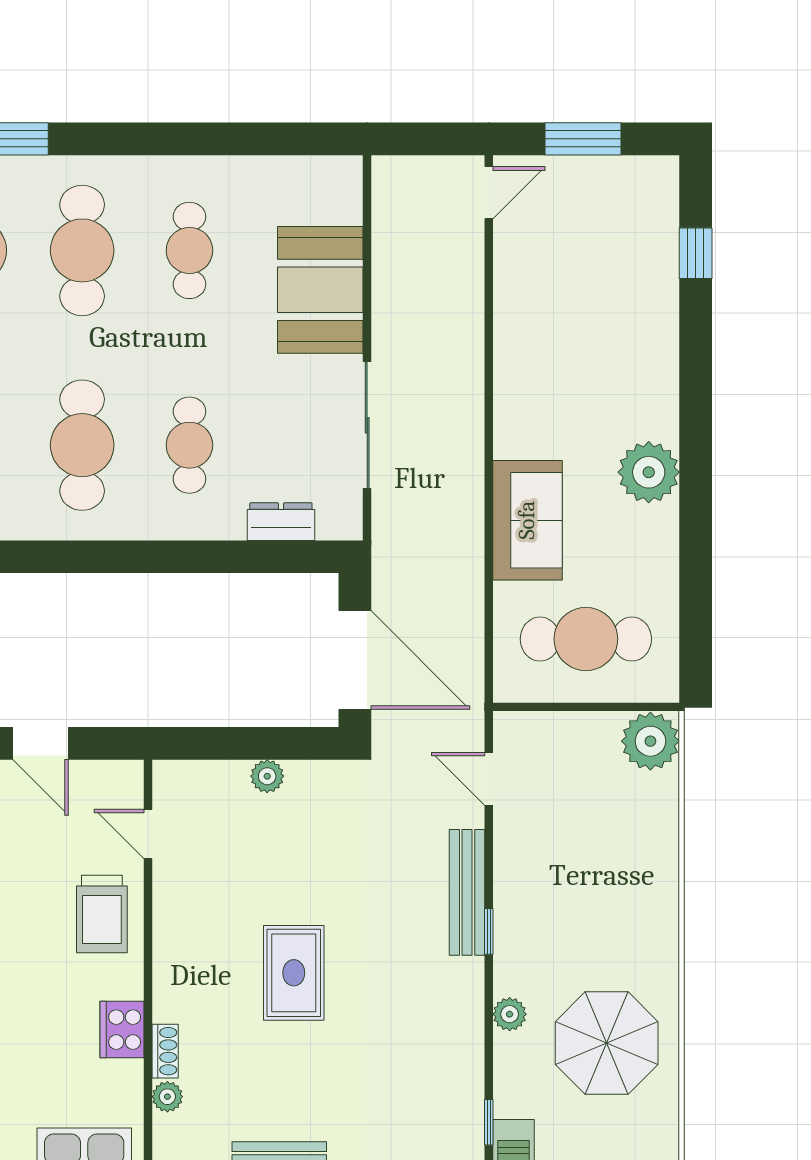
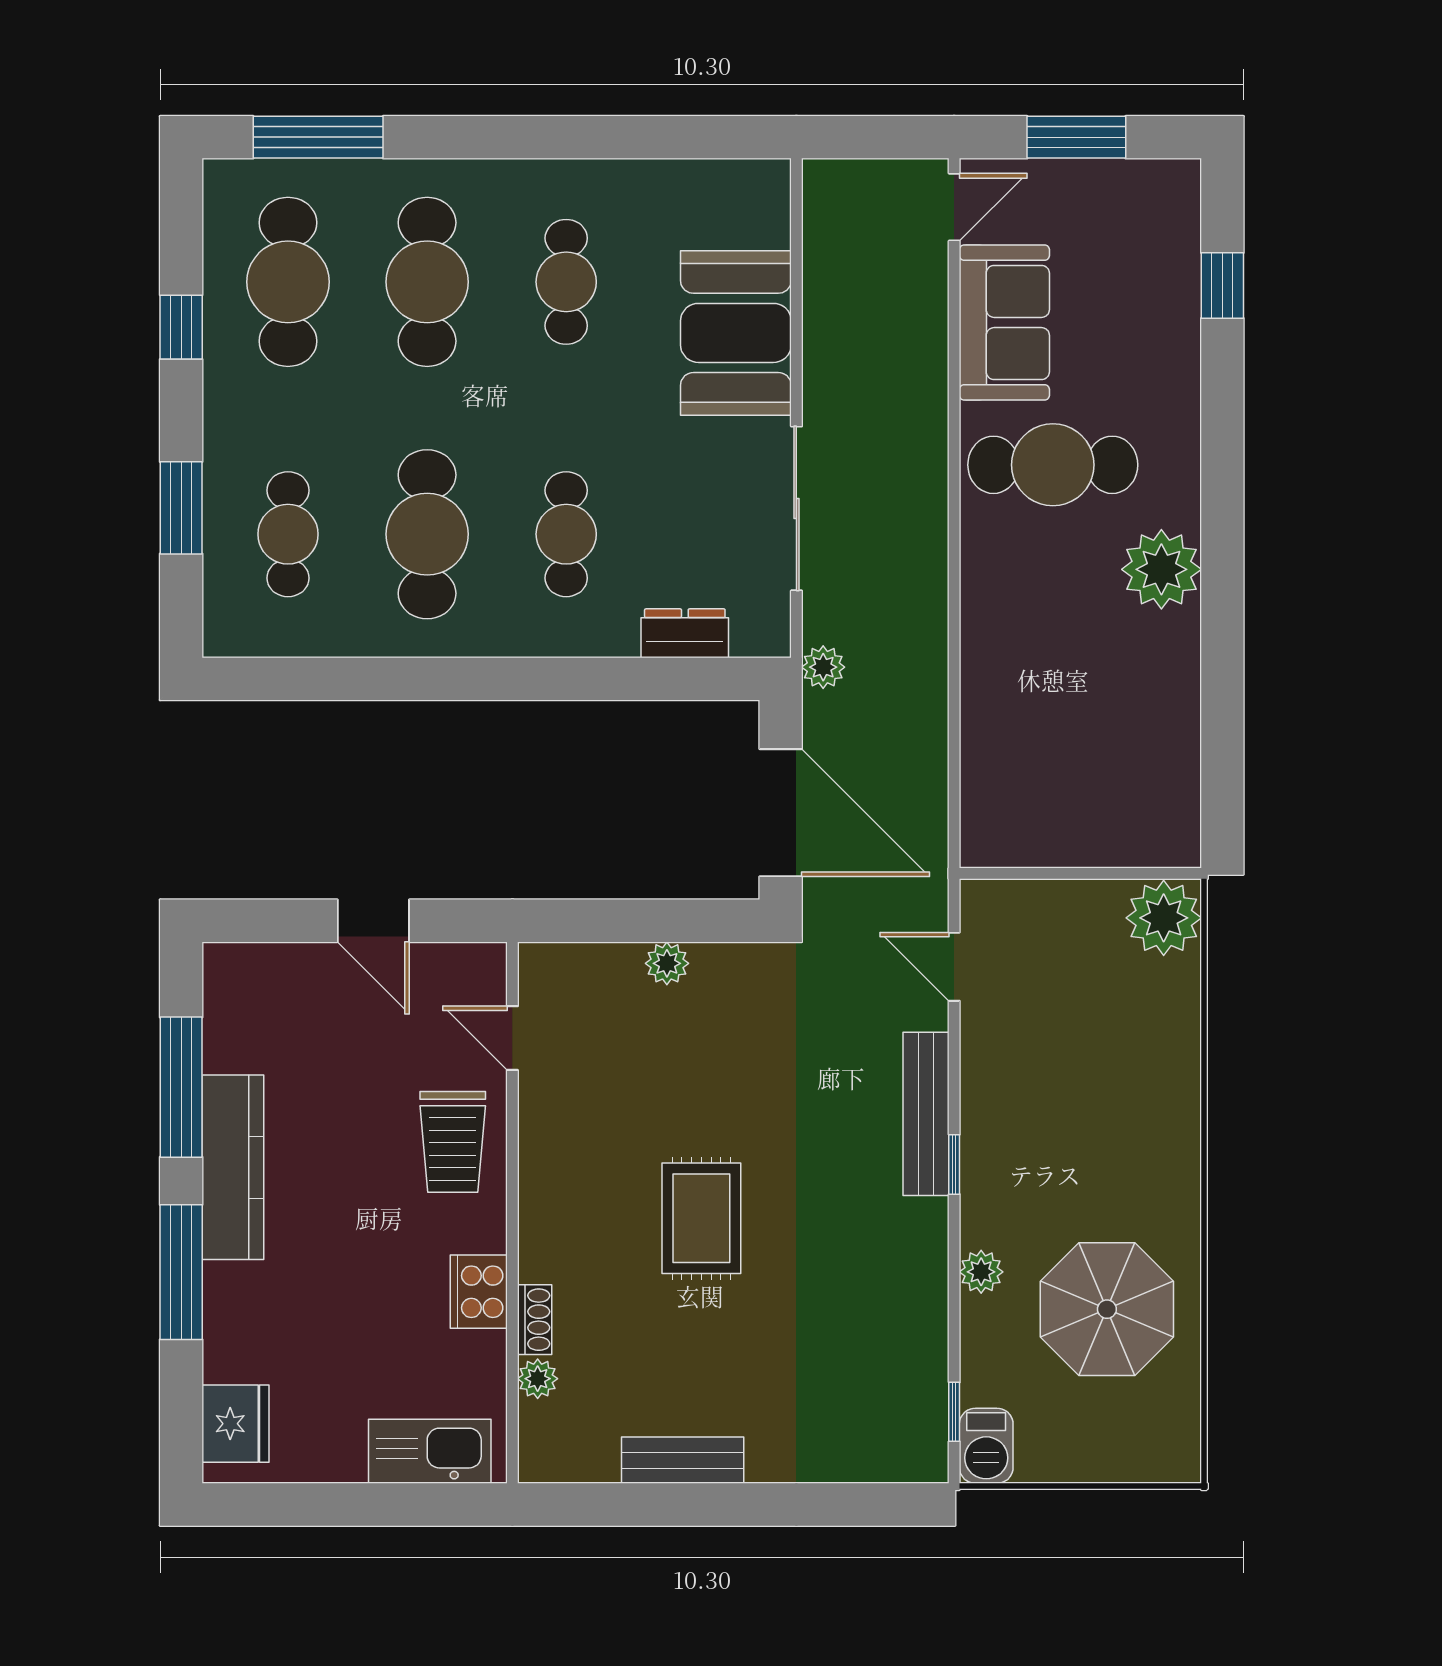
sofa: (527, 520) -> (1004, 323), moved
plant: (388, 548) -> (823, 667), added
cafe table: (586, 639) -> (1053, 465), moved

